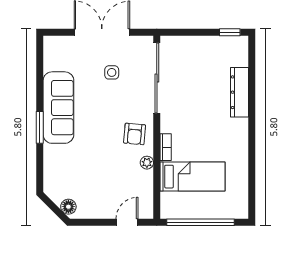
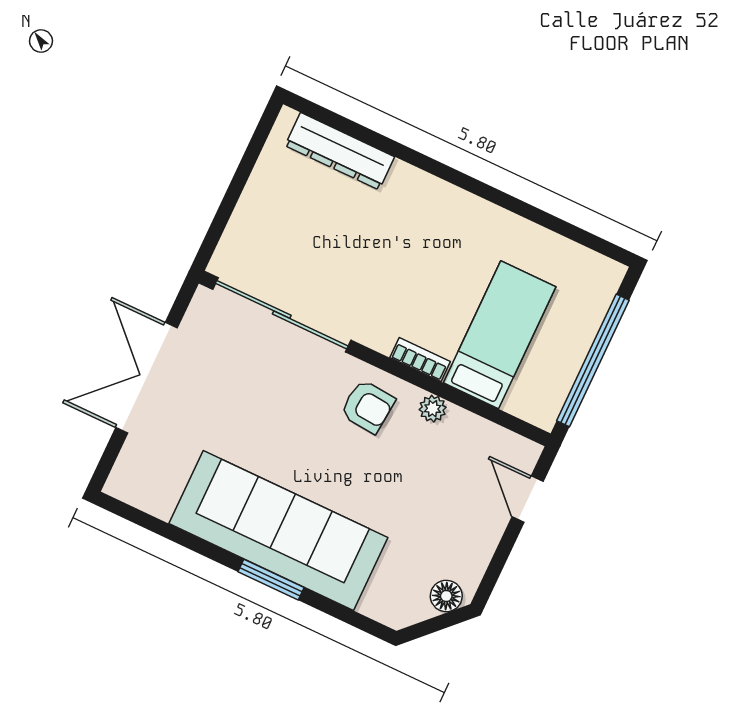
window: (230, 32) -> (260, 136), removed
side table: (112, 72) -> (231, 395), removed
dresser: (240, 92) -> (340, 151), moved
sofa: (58, 108) -> (278, 530), width x1.36, depth x1.27

